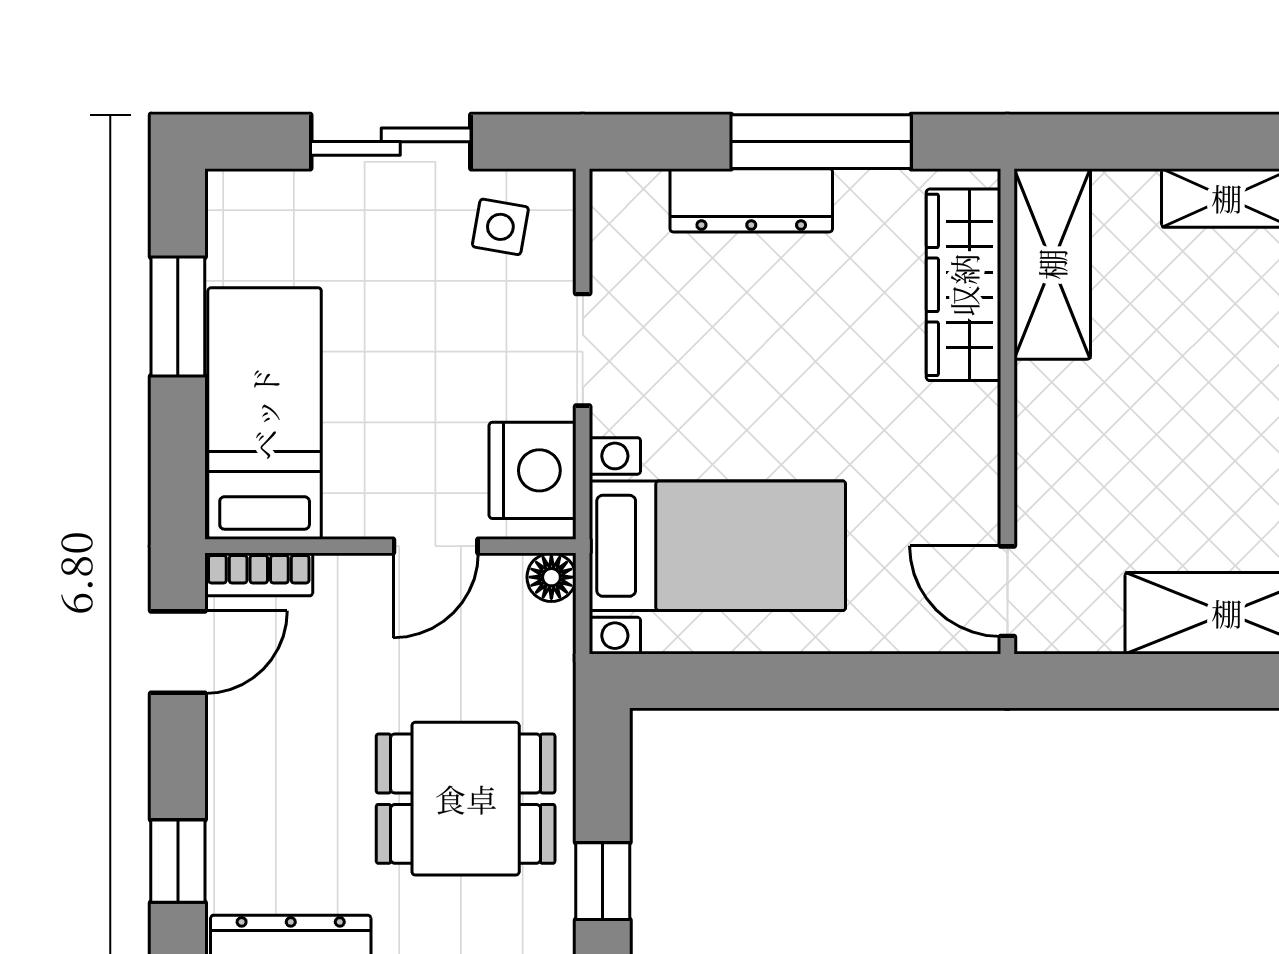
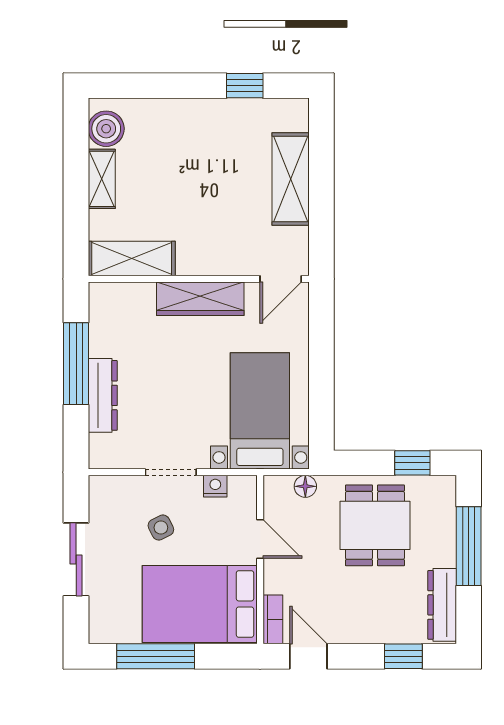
side table: (500, 227) -> (161, 528), moved, turned -37
wardrobe: (964, 285) -> (200, 299), moved
window: (178, 317) -> (156, 656), width x1.44
bed: (265, 413) -> (200, 604), width x1.50
nightstand: (532, 470) -> (215, 486), width x0.53, depth x0.56
floor lamp: (551, 577) -> (305, 486), moved

